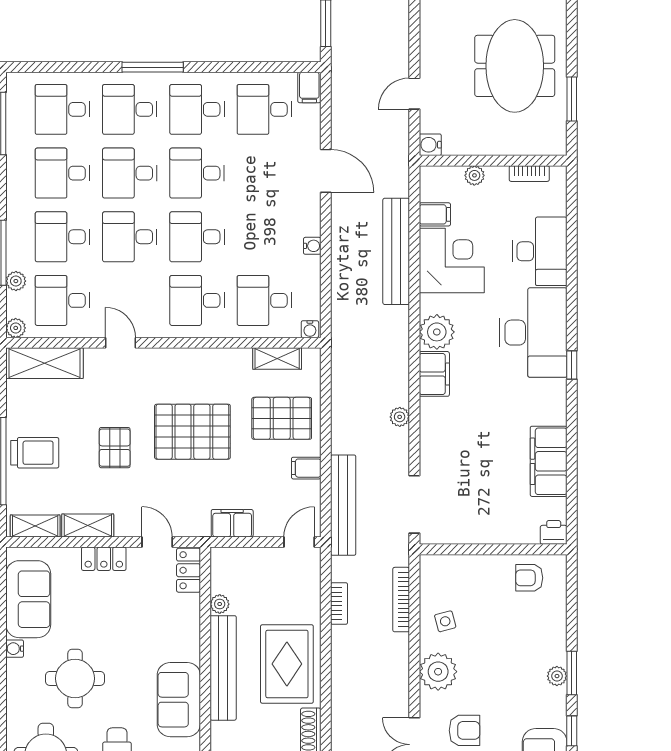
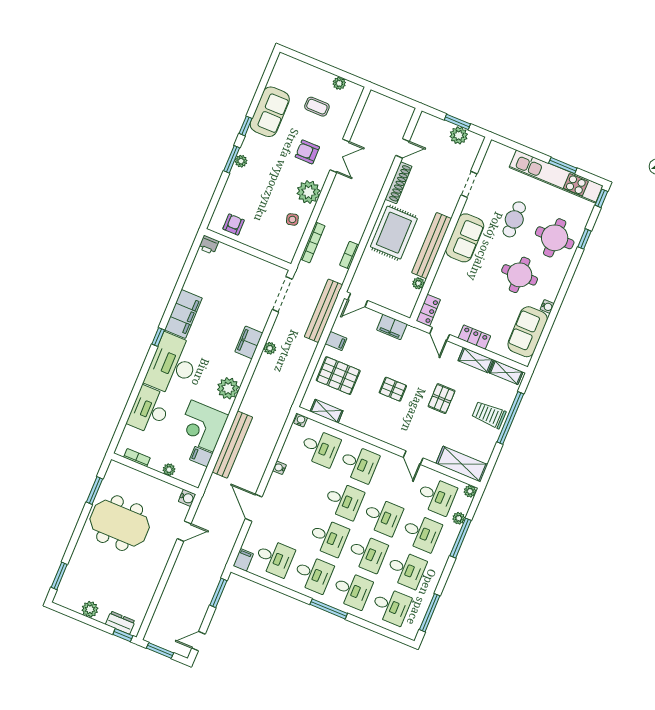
meeting table: (515, 66) -> (120, 523), turned 90
filing cabinet: (434, 374) -> (249, 342), moved
pallet: (192, 432) -> (393, 389), width x0.49, depth x0.50
filing cabinet: (549, 461) -> (183, 314), moved
armchair: (529, 578) -> (234, 224), turned -90

